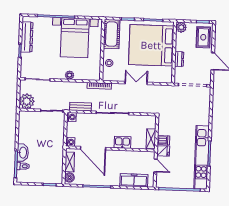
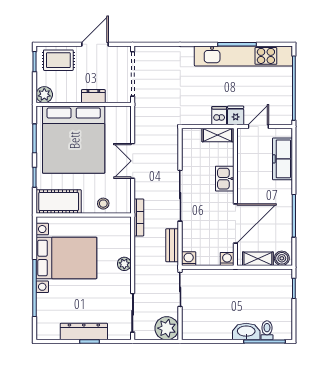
dresser: (27, 37) -> (84, 332), moved

